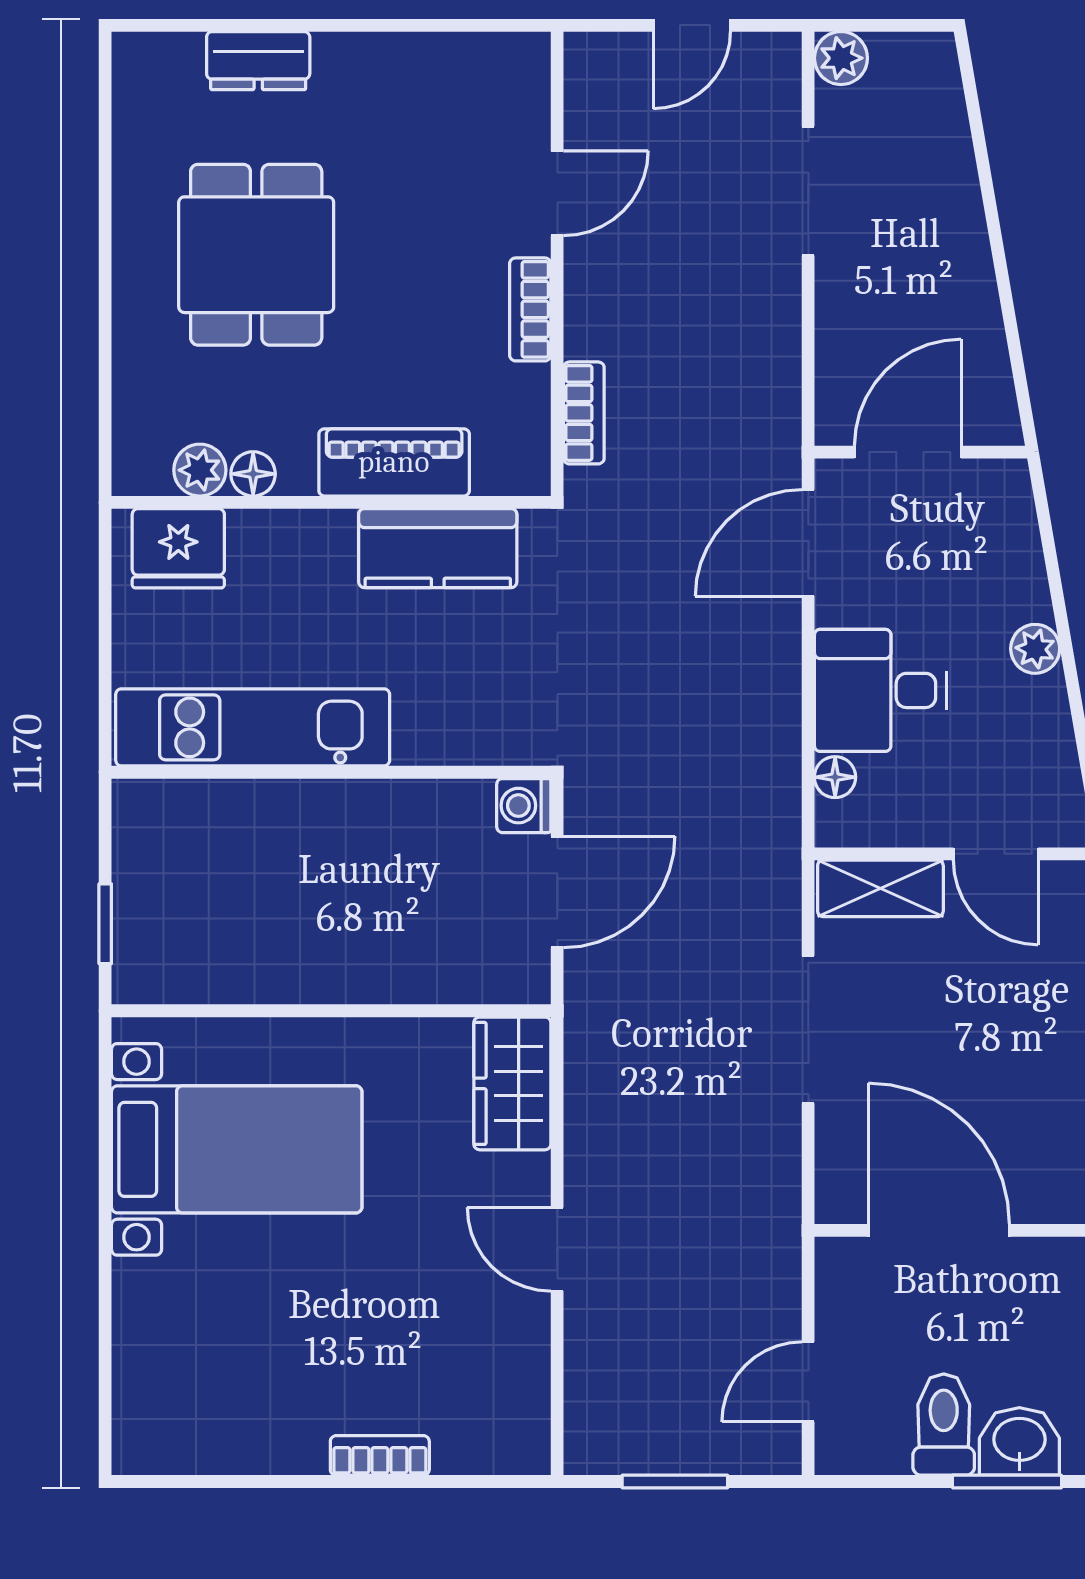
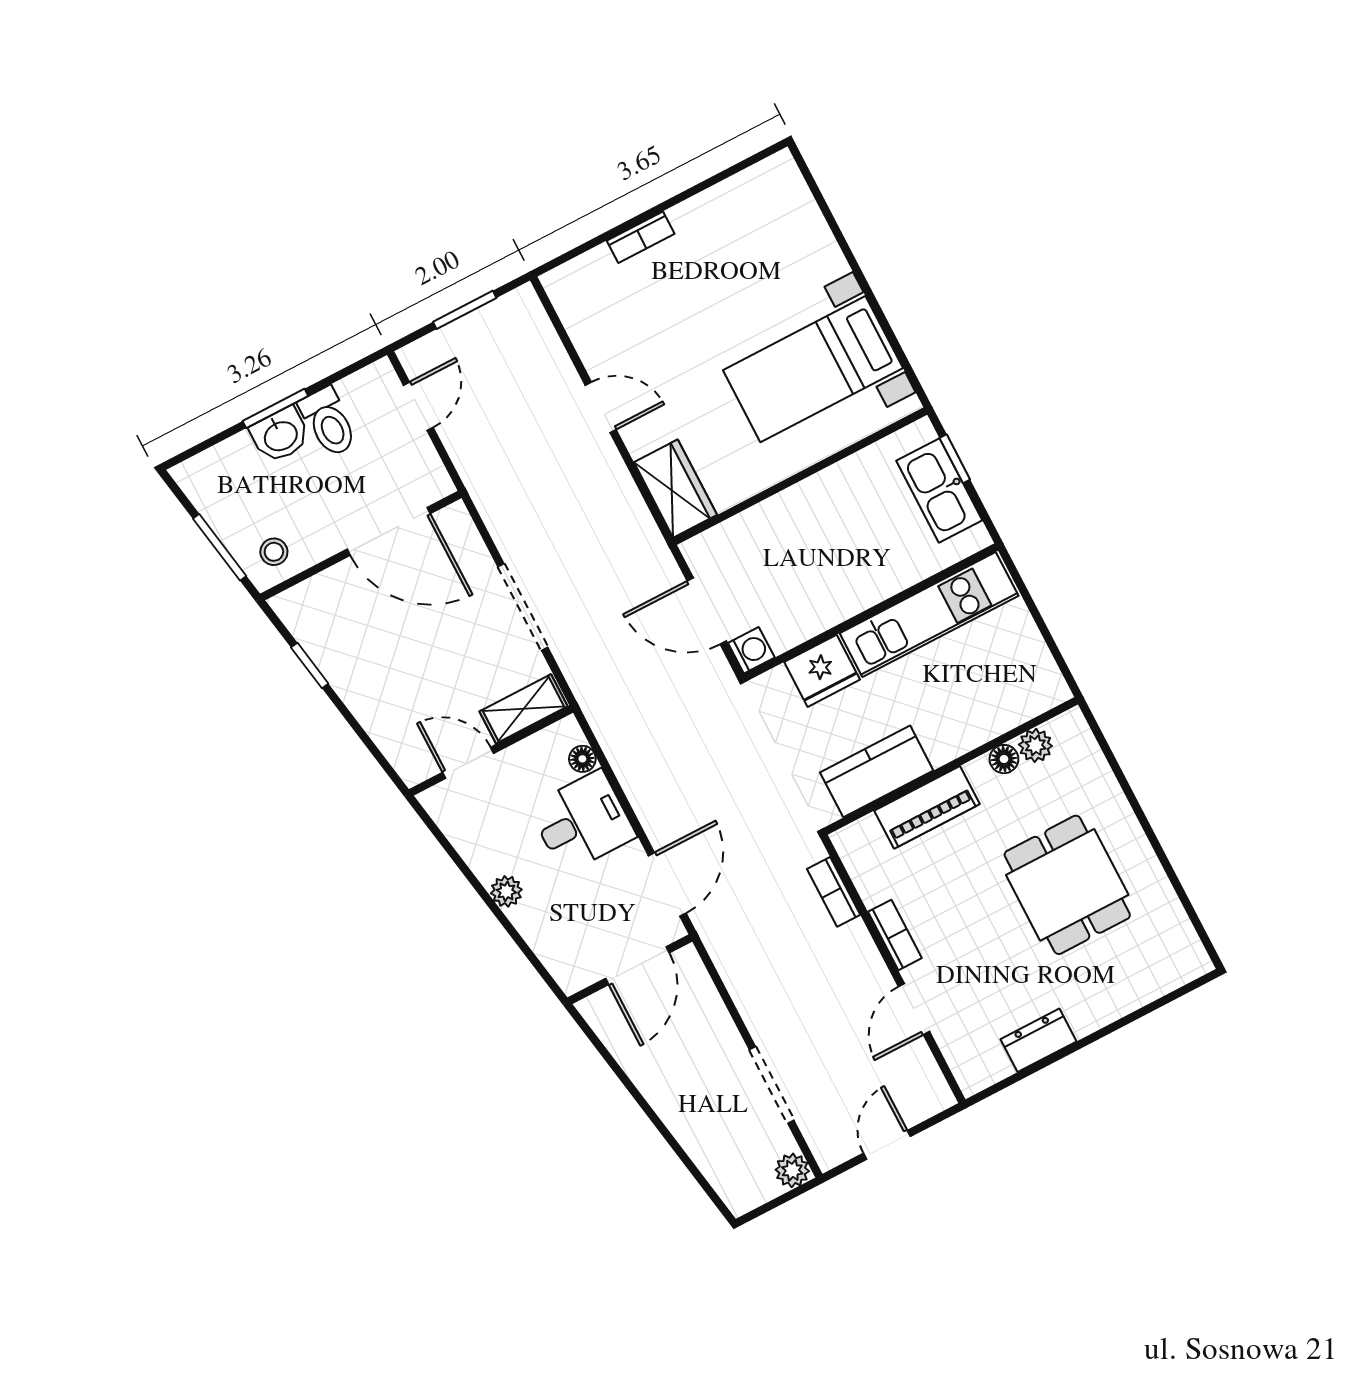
dresser: (258, 61) -> (1039, 1040), moved
fridge: (178, 548) -> (822, 671), moved, turned 180
kitchen sink: (149, 891) -> (939, 490), added
door: (557, 892) -> (707, 611), hinge flipped

